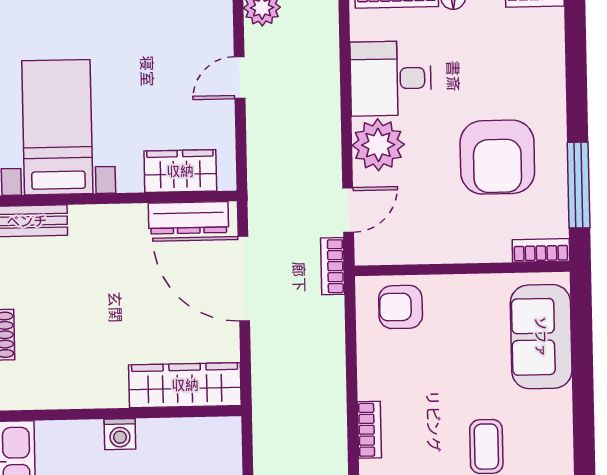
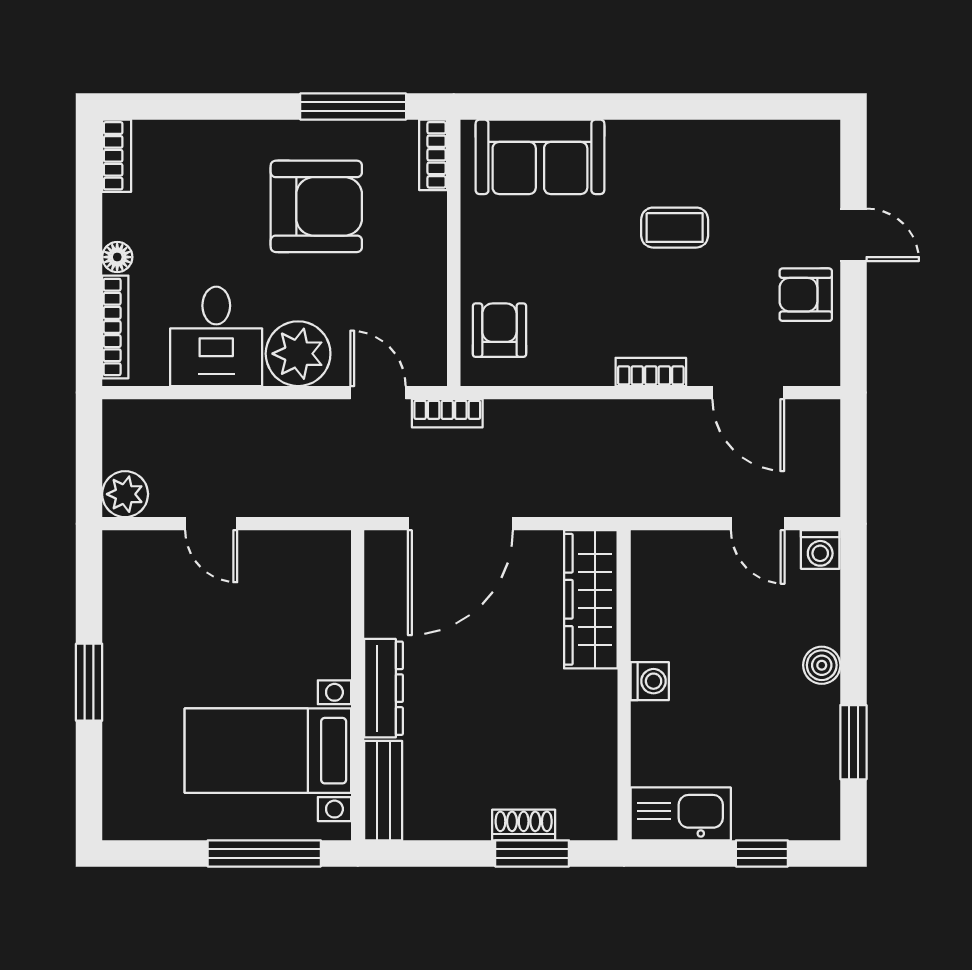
wardrobe: (180, 171) -> (325, 600), removed
dresser: (188, 218) -> (383, 688), moved
armchair: (401, 307) -> (499, 330), turned 180

